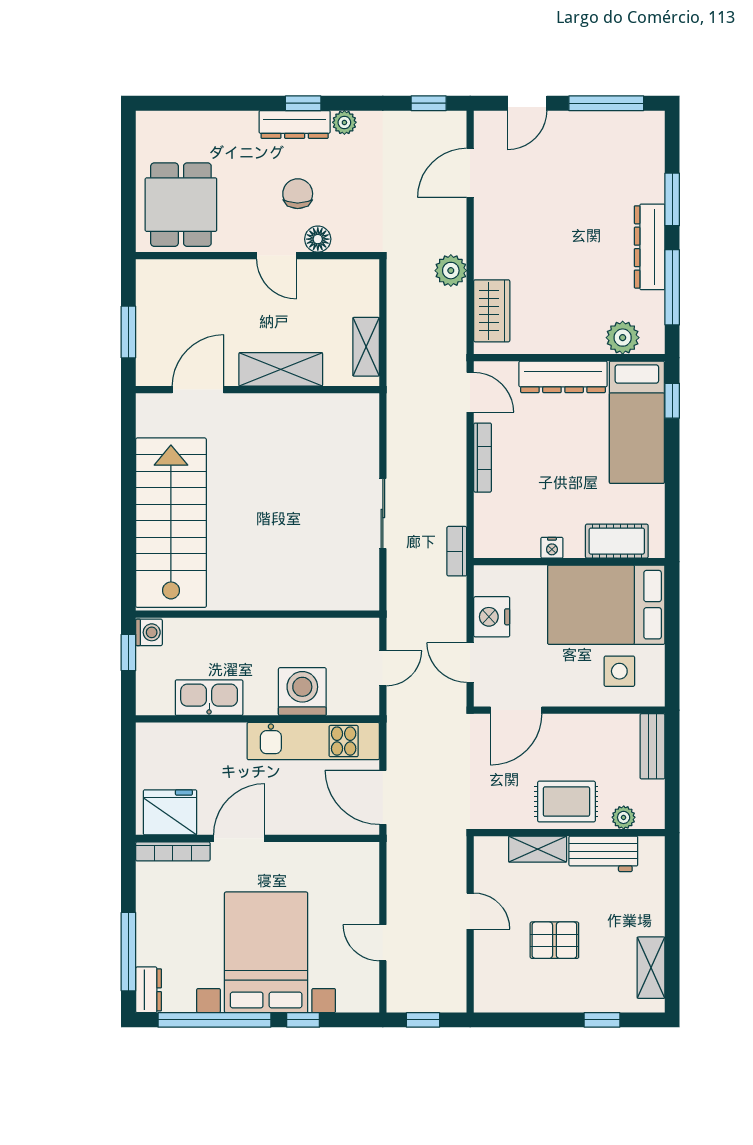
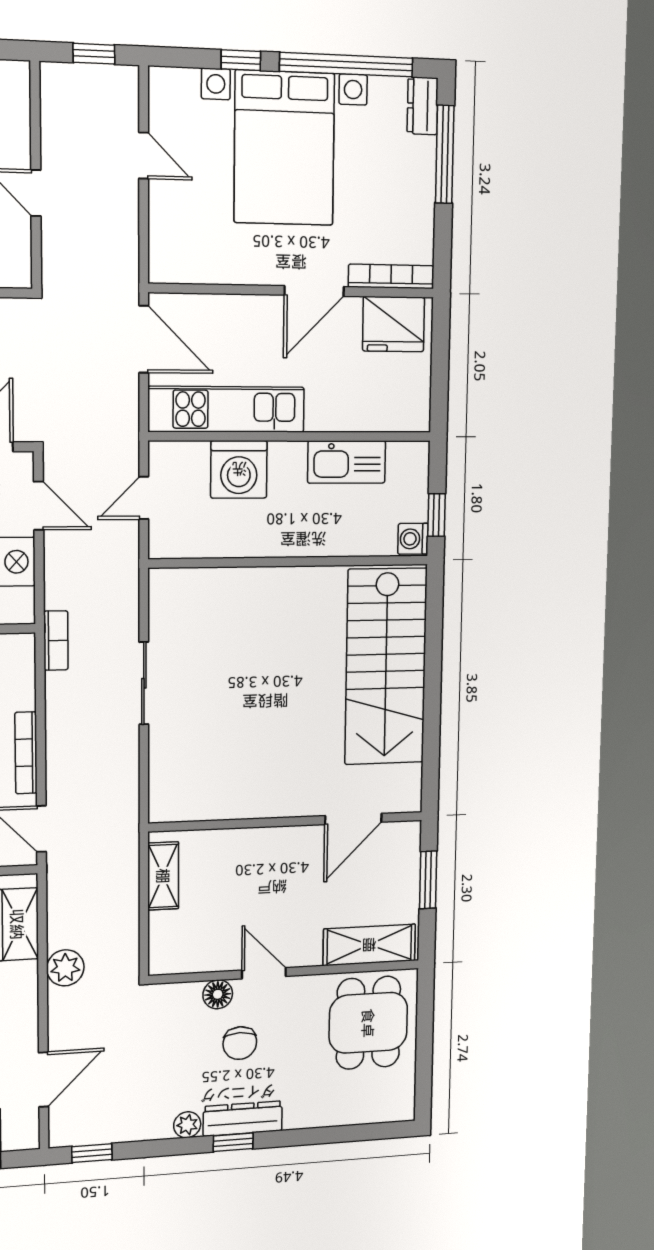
shelving: (281, 369) -> (369, 945), moved

